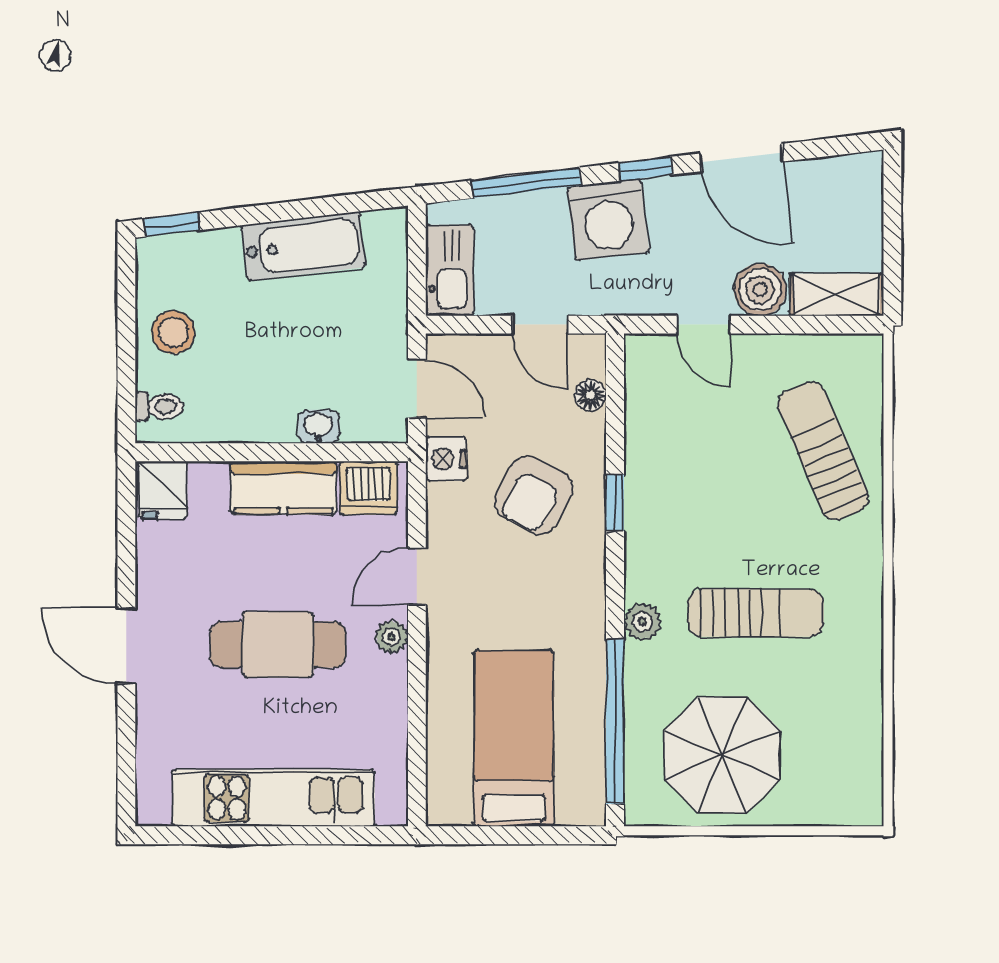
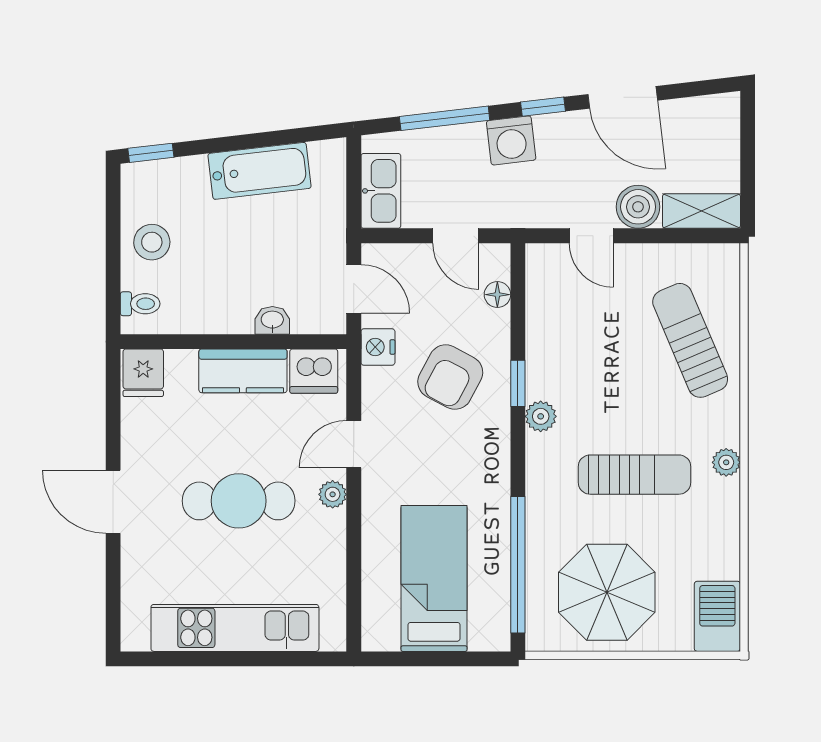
washing machine: (608, 219) -> (511, 140), width x0.73, depth x0.73
plant: (867, 598) -> (726, 462), added
plant: (643, 622) -> (541, 416), moved
barbecue: (856, 784) -> (717, 616), added

